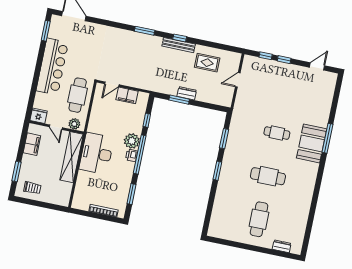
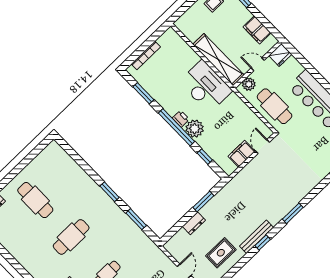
dresser: (187, 93) -> (194, 223), moved

